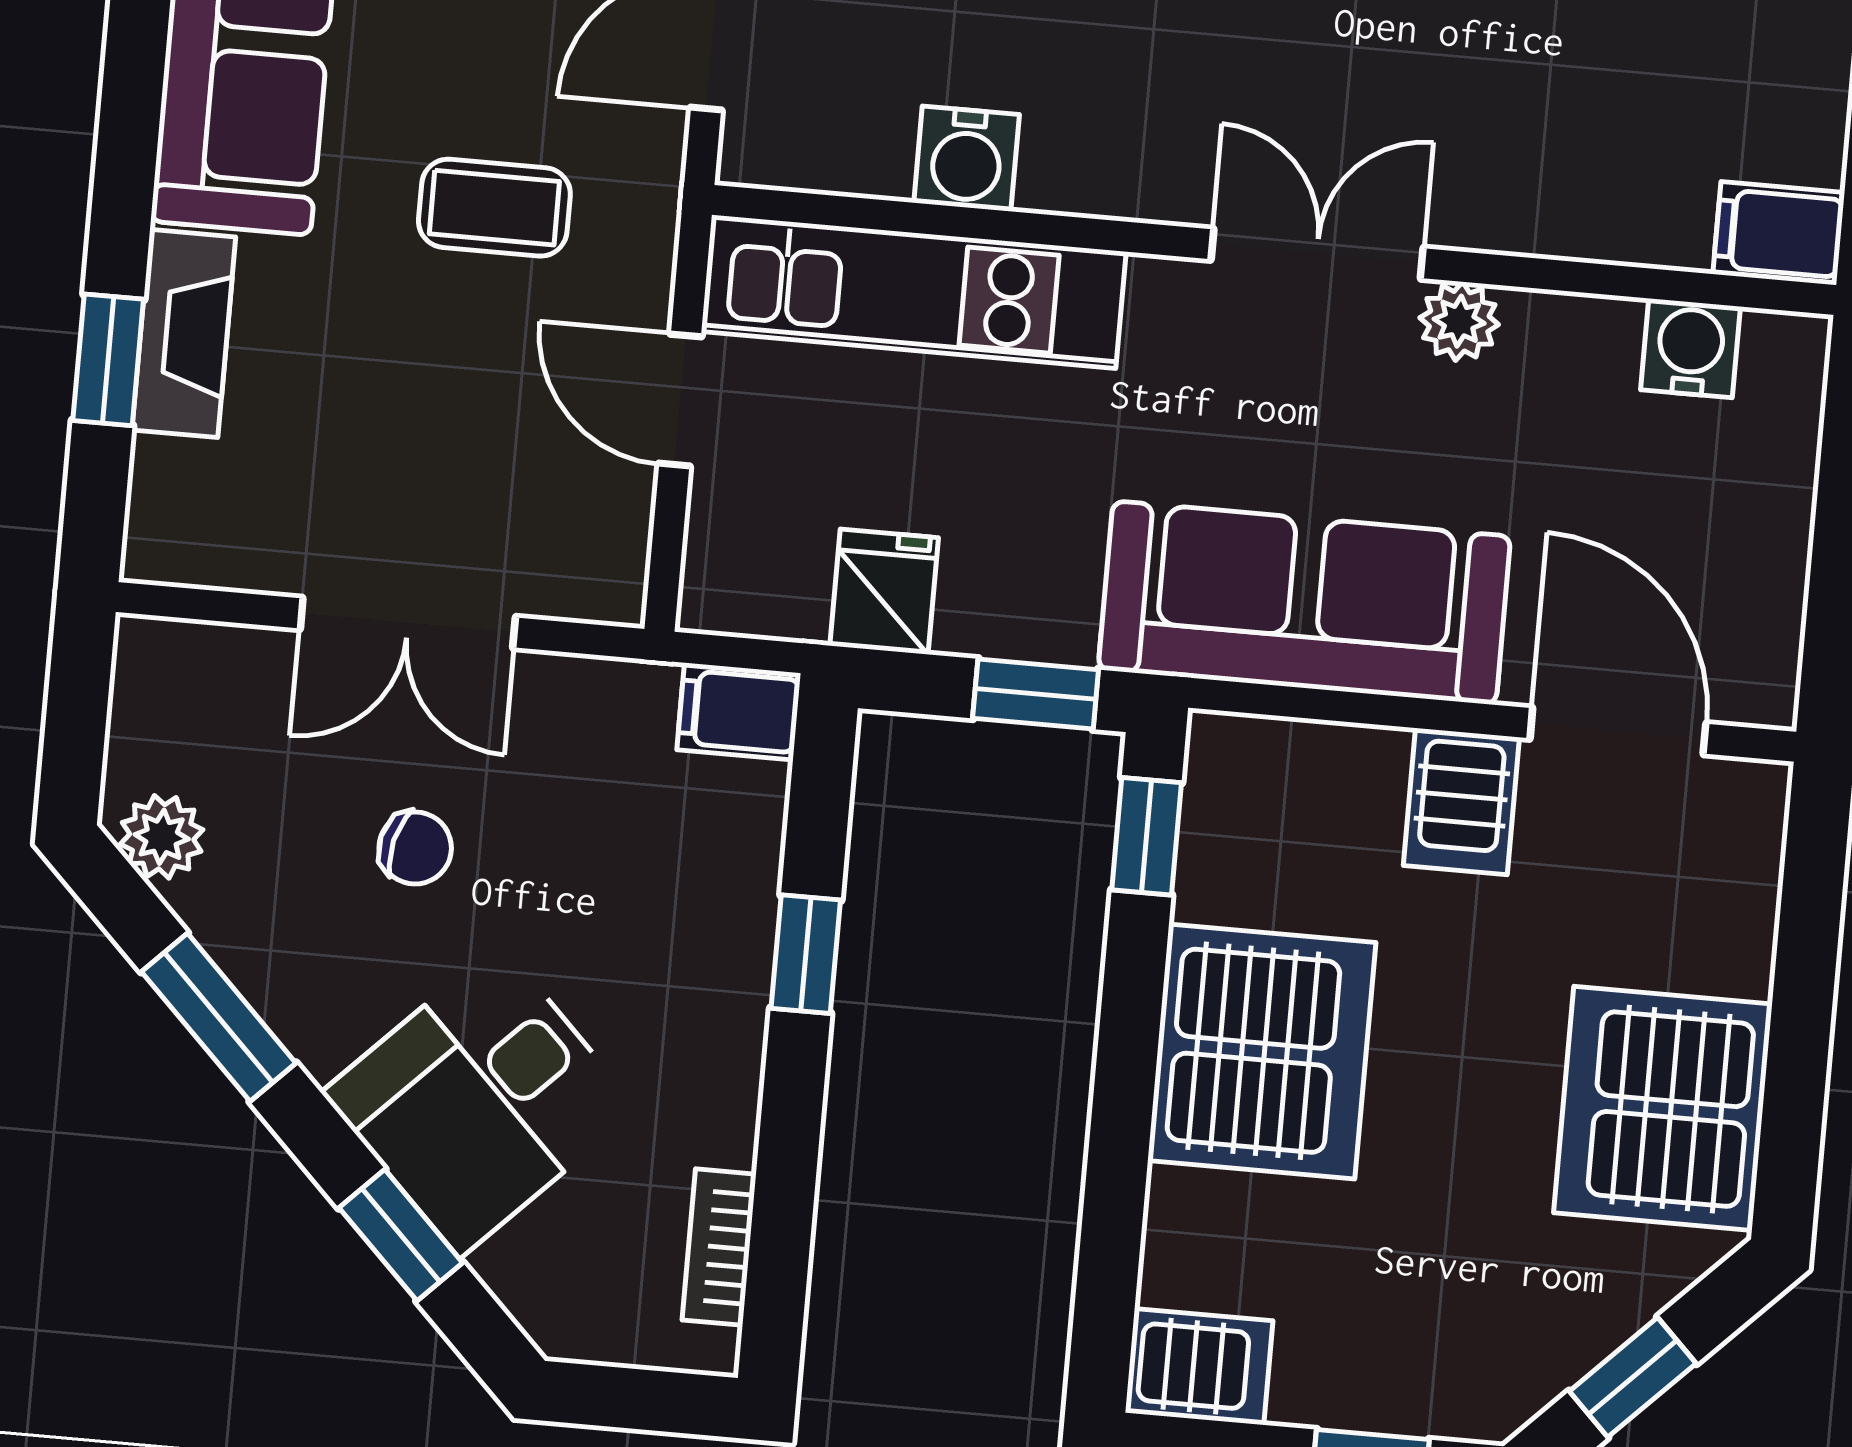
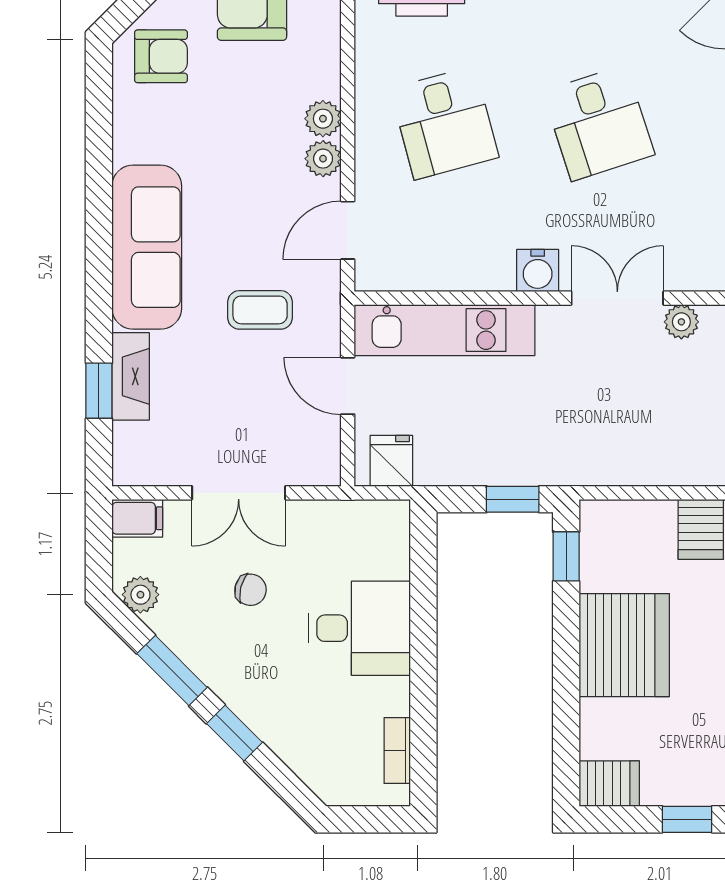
water cooler: (967, 159) -> (538, 271), moved
fridge: (884, 592) -> (391, 461), moved
sofa: (1304, 603) -> (625, 449), removed
filing cabinet: (739, 711) -> (137, 518), moved, turned 180
window: (806, 954) -> (423, 621), removed
desk: (480, 1101) -> (360, 628), moved, turned -135
window: (401, 1235) -> (235, 733), moved

